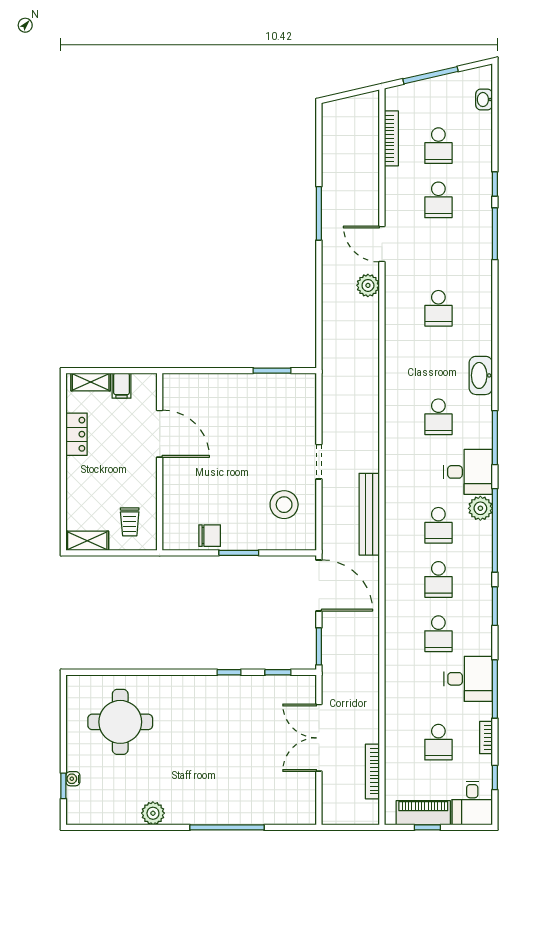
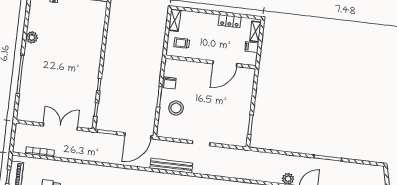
stool: (284, 505) -> (176, 108), moved
round table: (120, 722) -> (80, 26), removed

